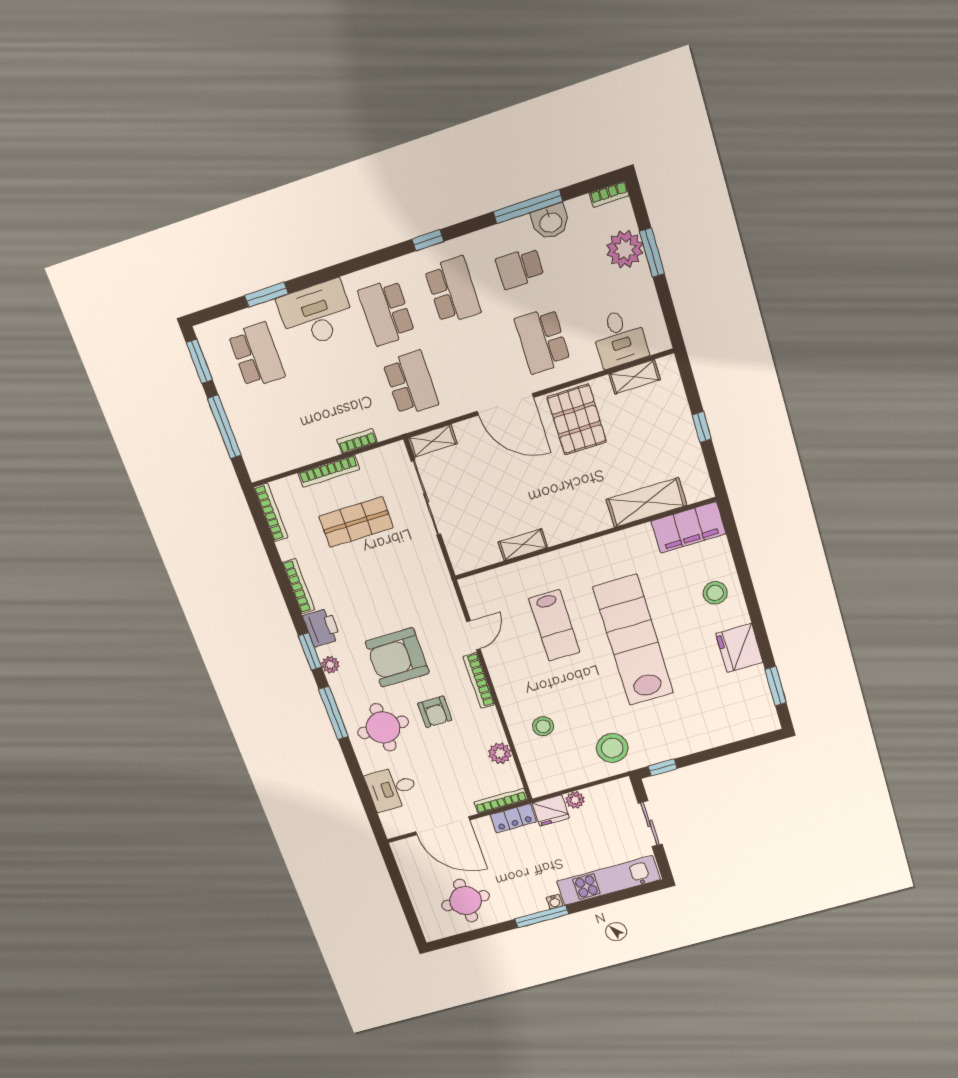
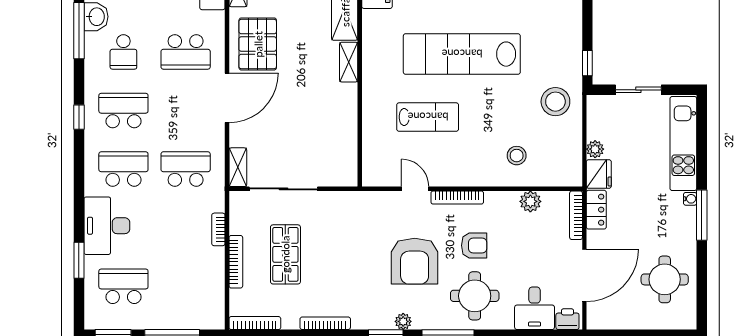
school desk: (386, 312) -> (123, 169), turned 180
pallet: (577, 419) -> (258, 44), turned 90
shelving: (523, 545) -> (349, 62), moved
printer: (322, 627) -> (567, 319), moved, width x0.73, depth x0.81

